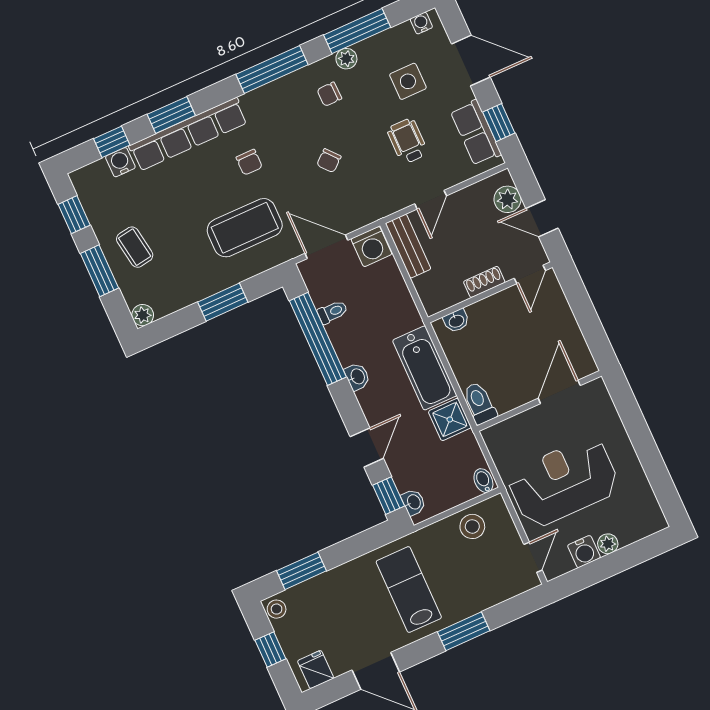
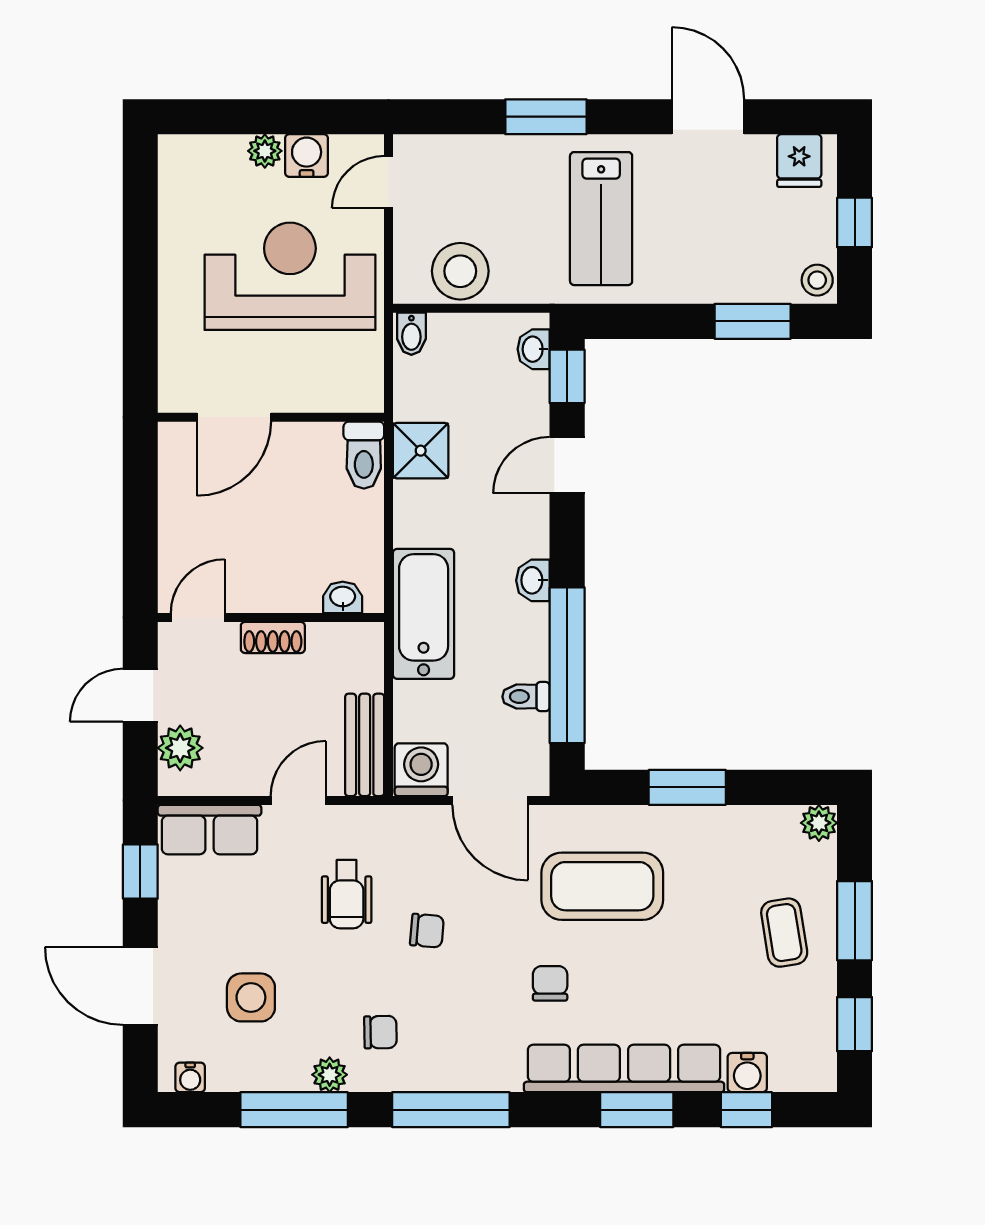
row of seats: (476, 133) -> (210, 830), moved, turned 90
wheelchair: (407, 141) -> (347, 894), moved
chair: (329, 161) -> (427, 931), turned 45
door: (542, 218) -> (140, 695), swing flipped
bathtub: (425, 368) -> (424, 614), moved
reception desk: (563, 482) -> (290, 276), turned 180
stool: (472, 526) -> (460, 271), width x1.38, depth x1.38

